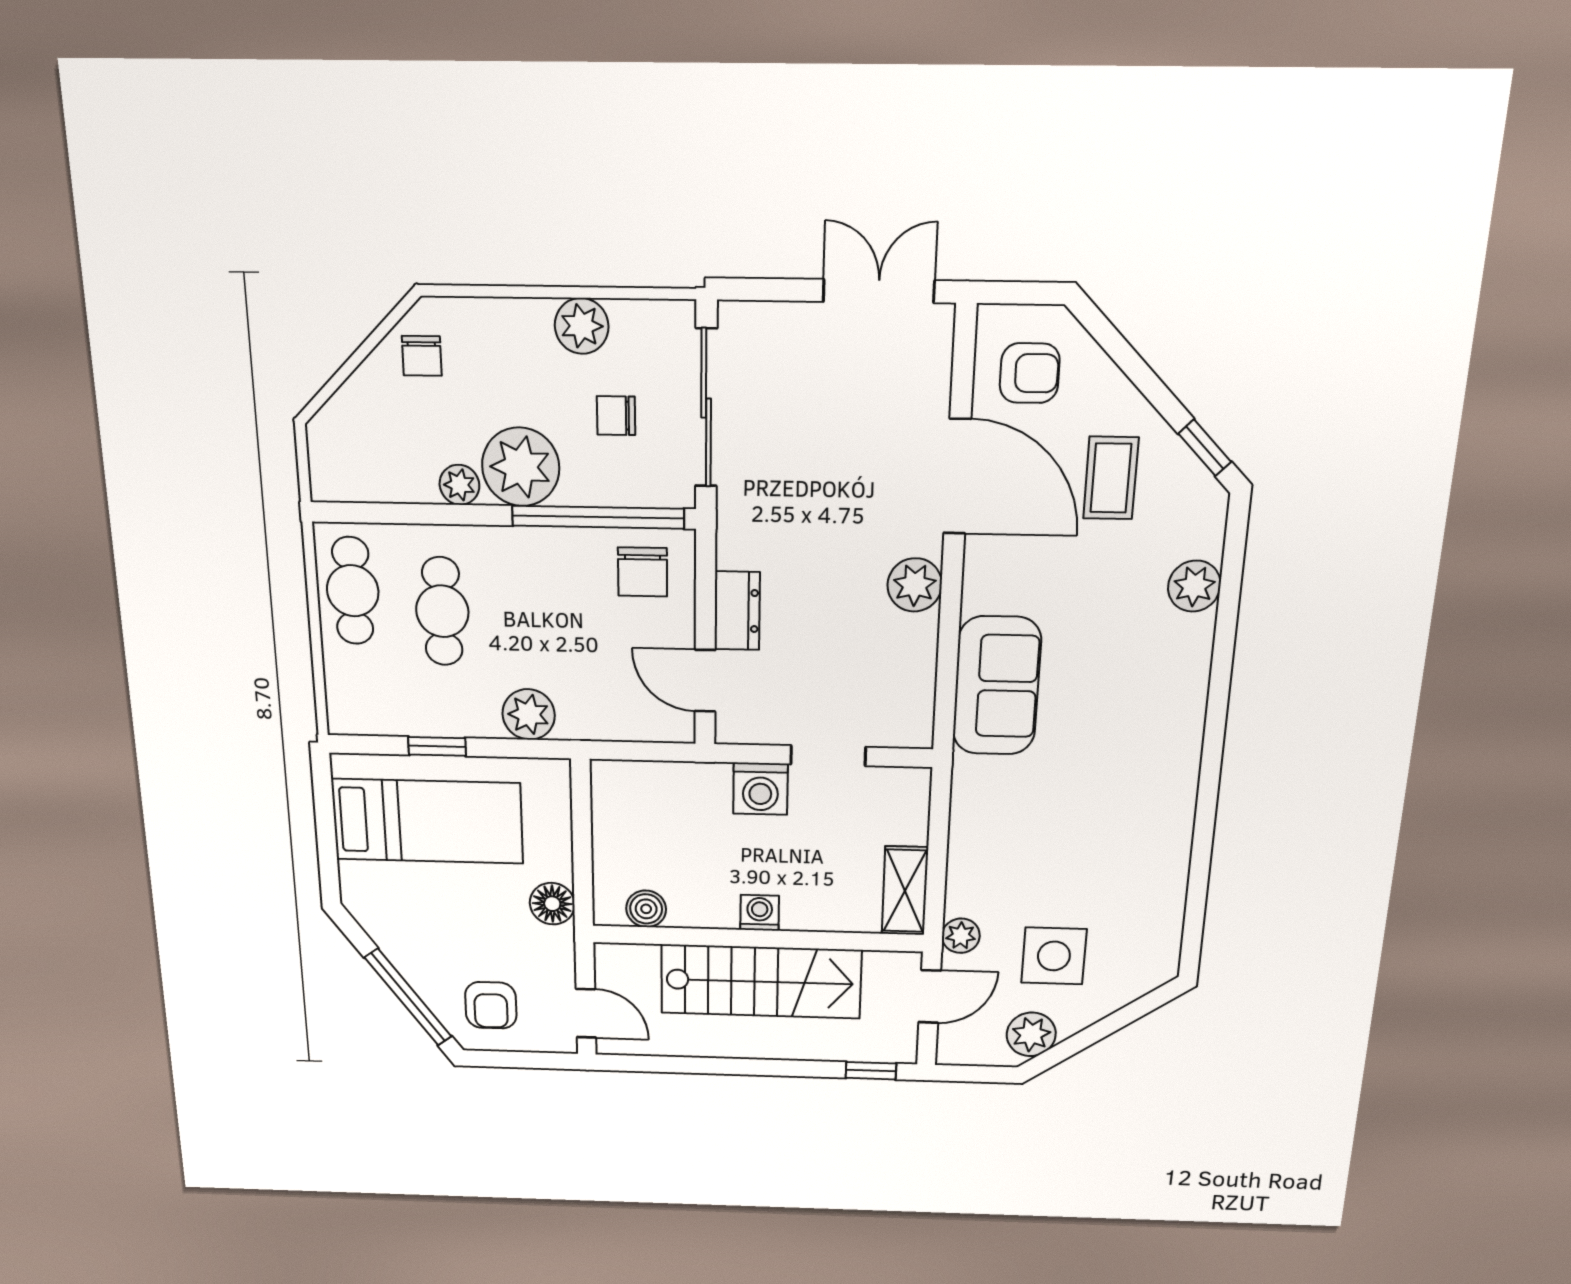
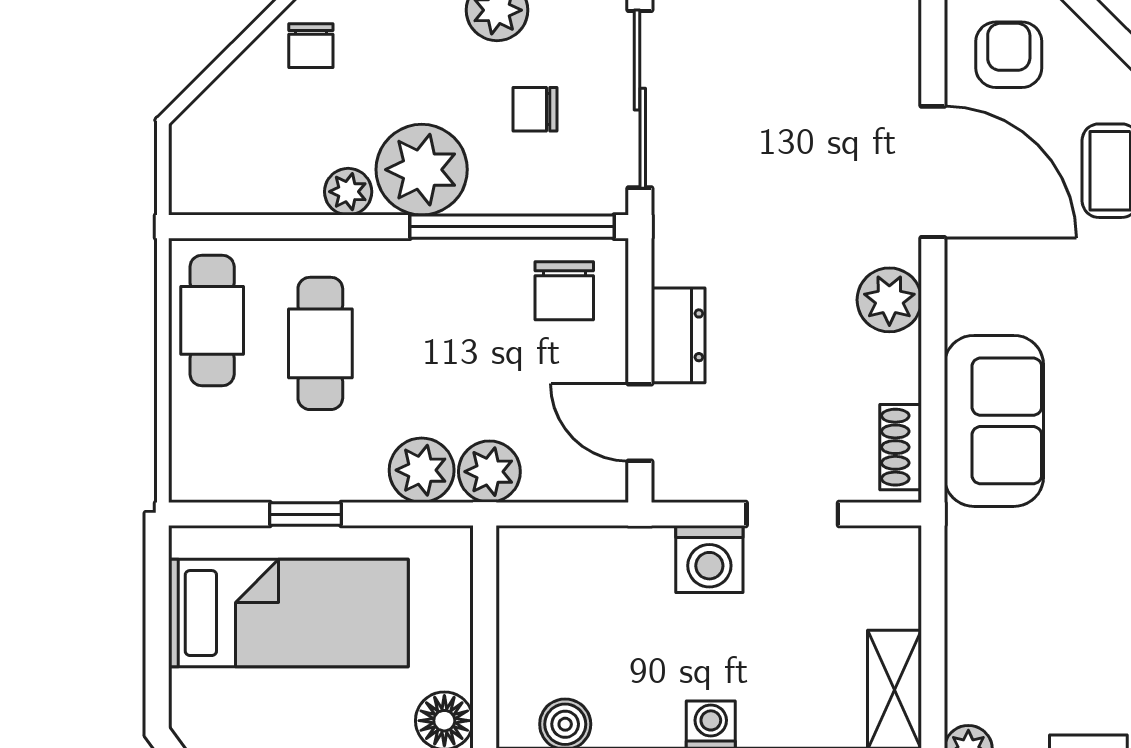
armchair: (1030, 373) -> (1009, 55), turned -90
shoe rack: (919, 705) -> (901, 447), added
plant: (583, 717) -> (489, 472), added

